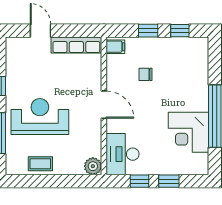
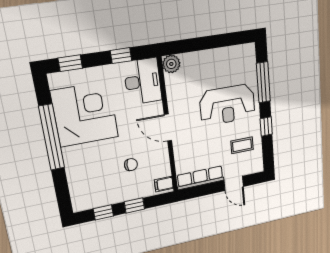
corner desk: (188, 132) -> (85, 114), width x1.36, depth x1.36
coffee table: (40, 164) -> (242, 145), moved
window: (169, 181) -> (70, 63), moved

